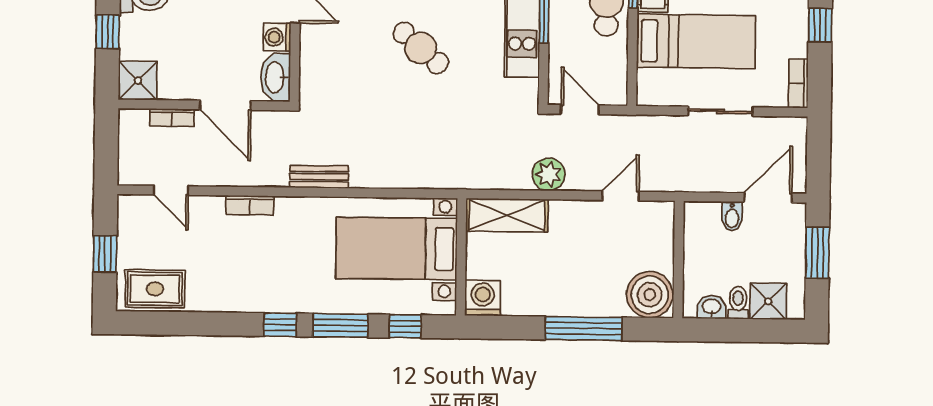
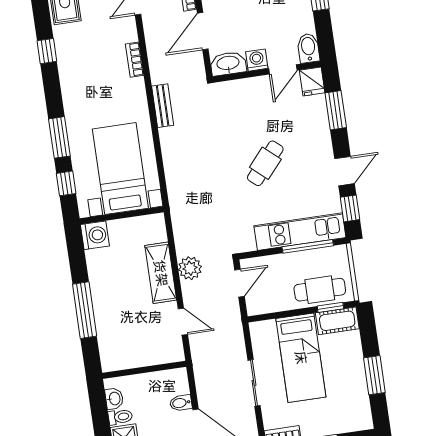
shelving: (507, 215) -> (161, 273), moved
boiler: (650, 295) -> (116, 353), removed
window: (280, 325) -> (47, 51), moved

